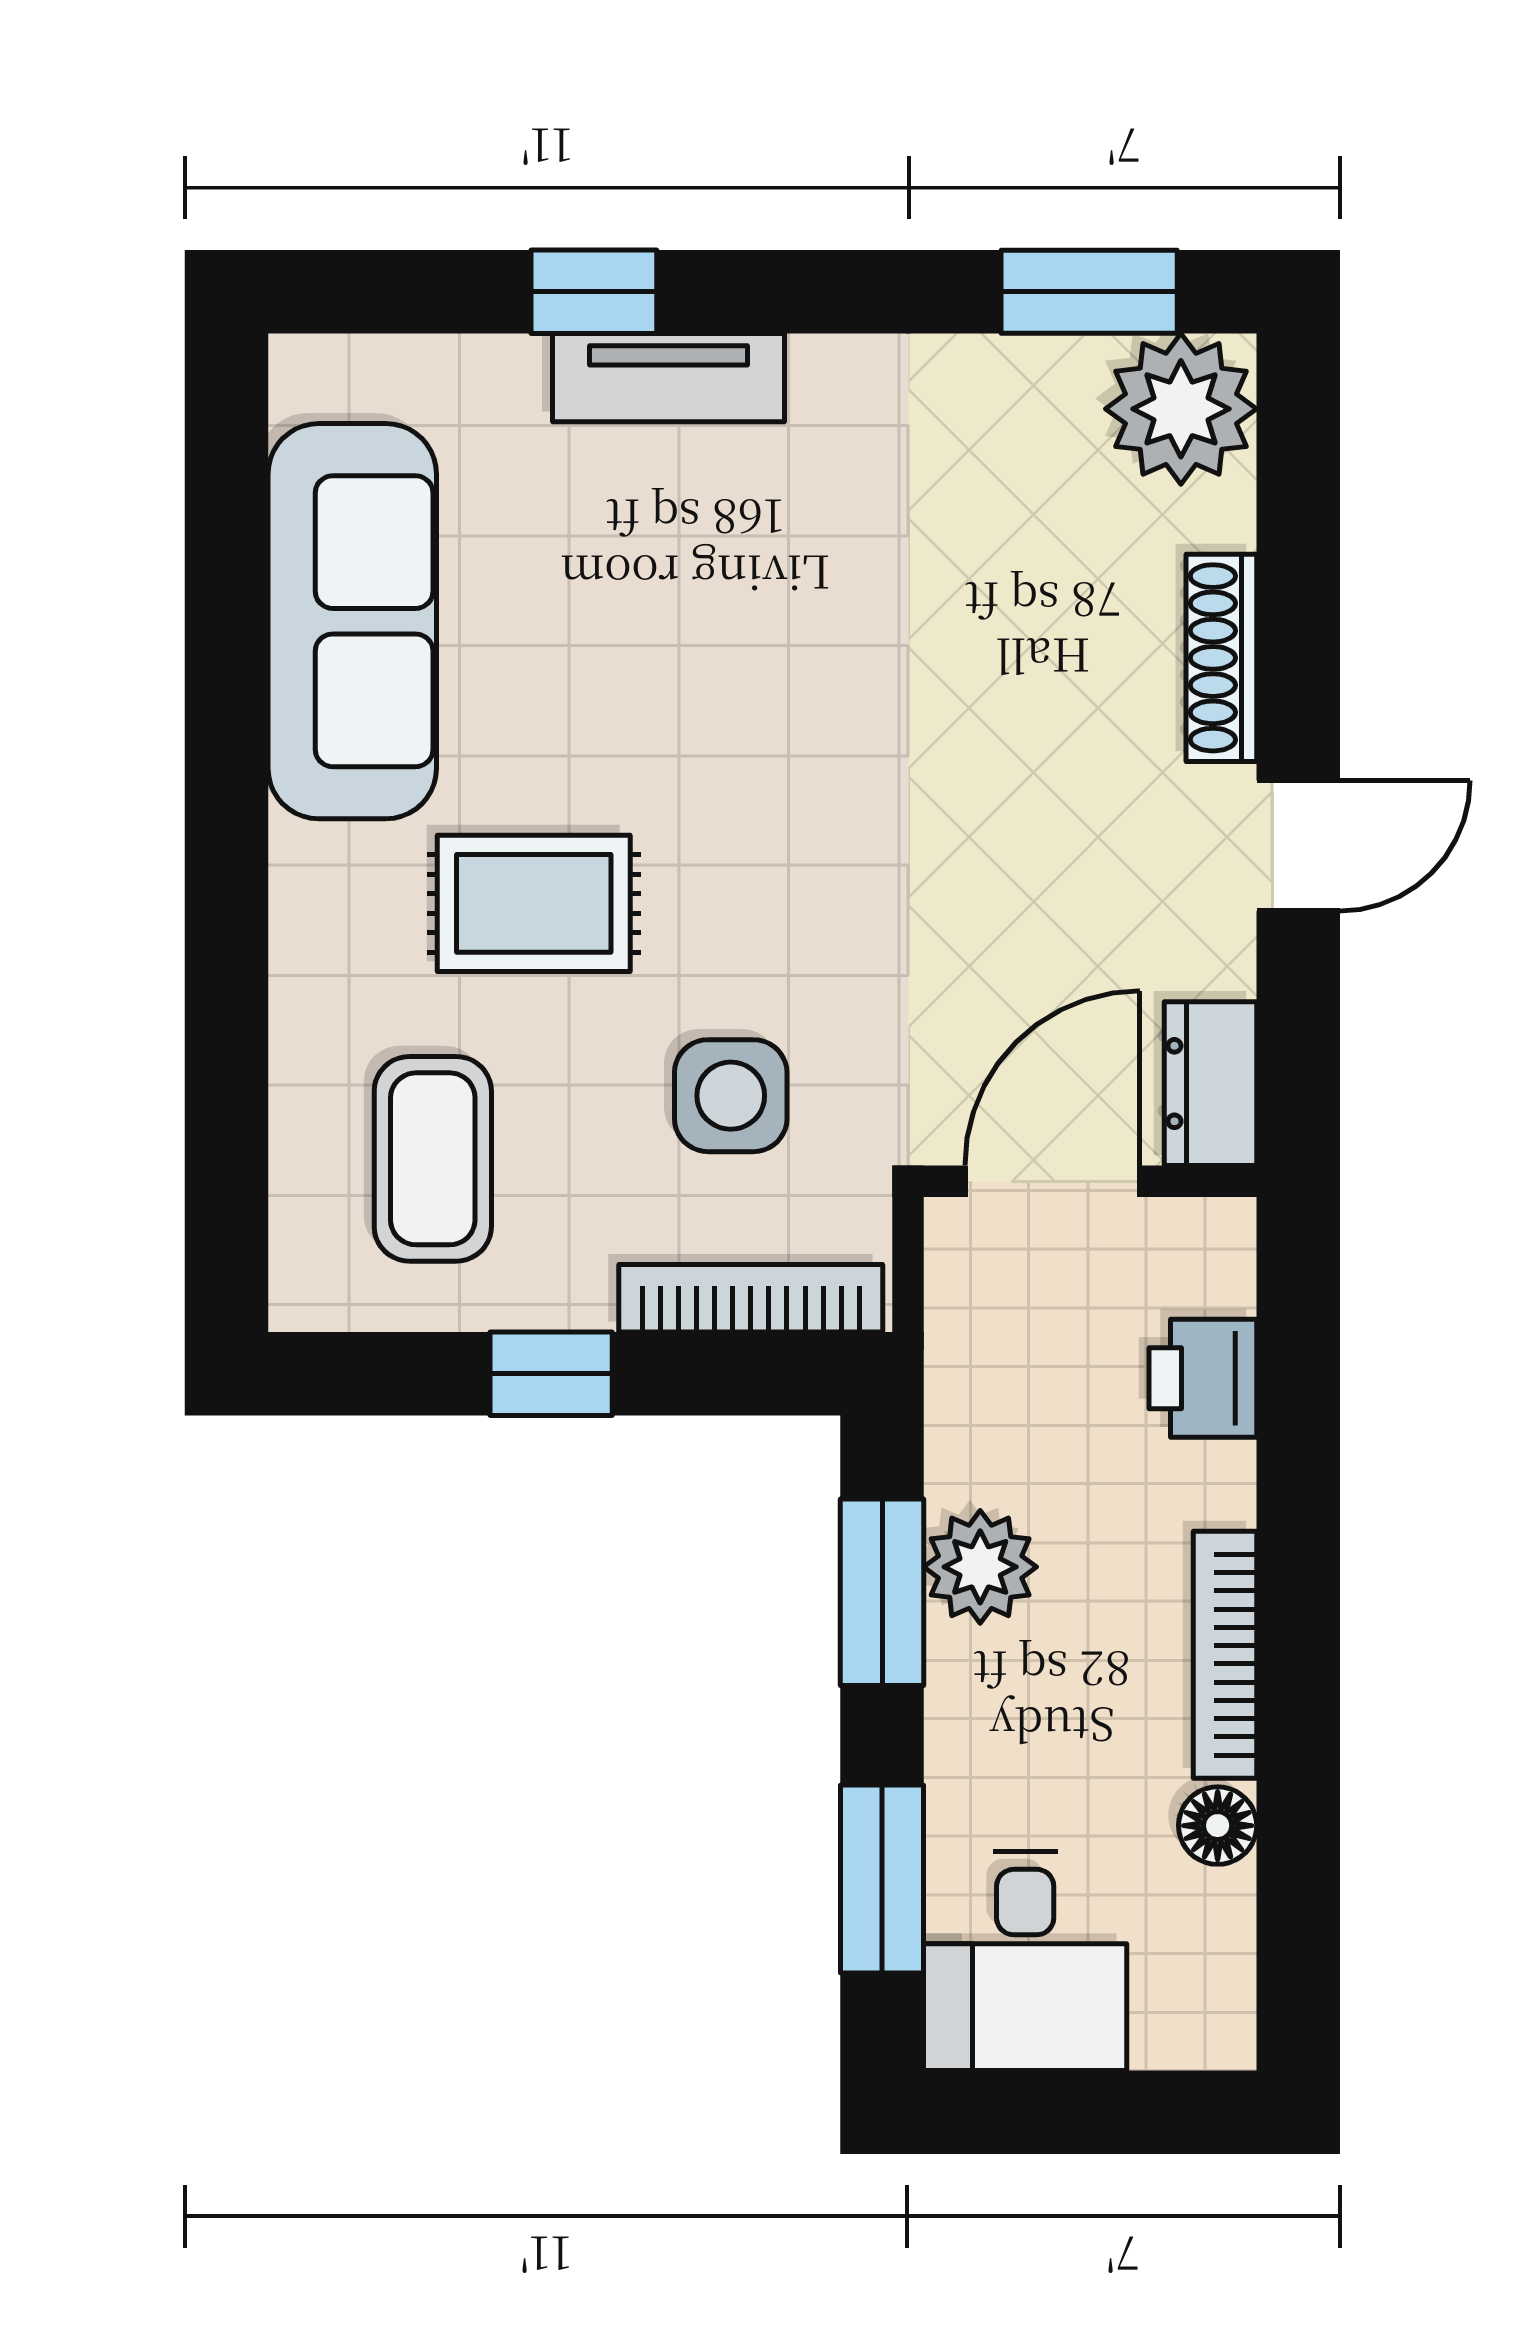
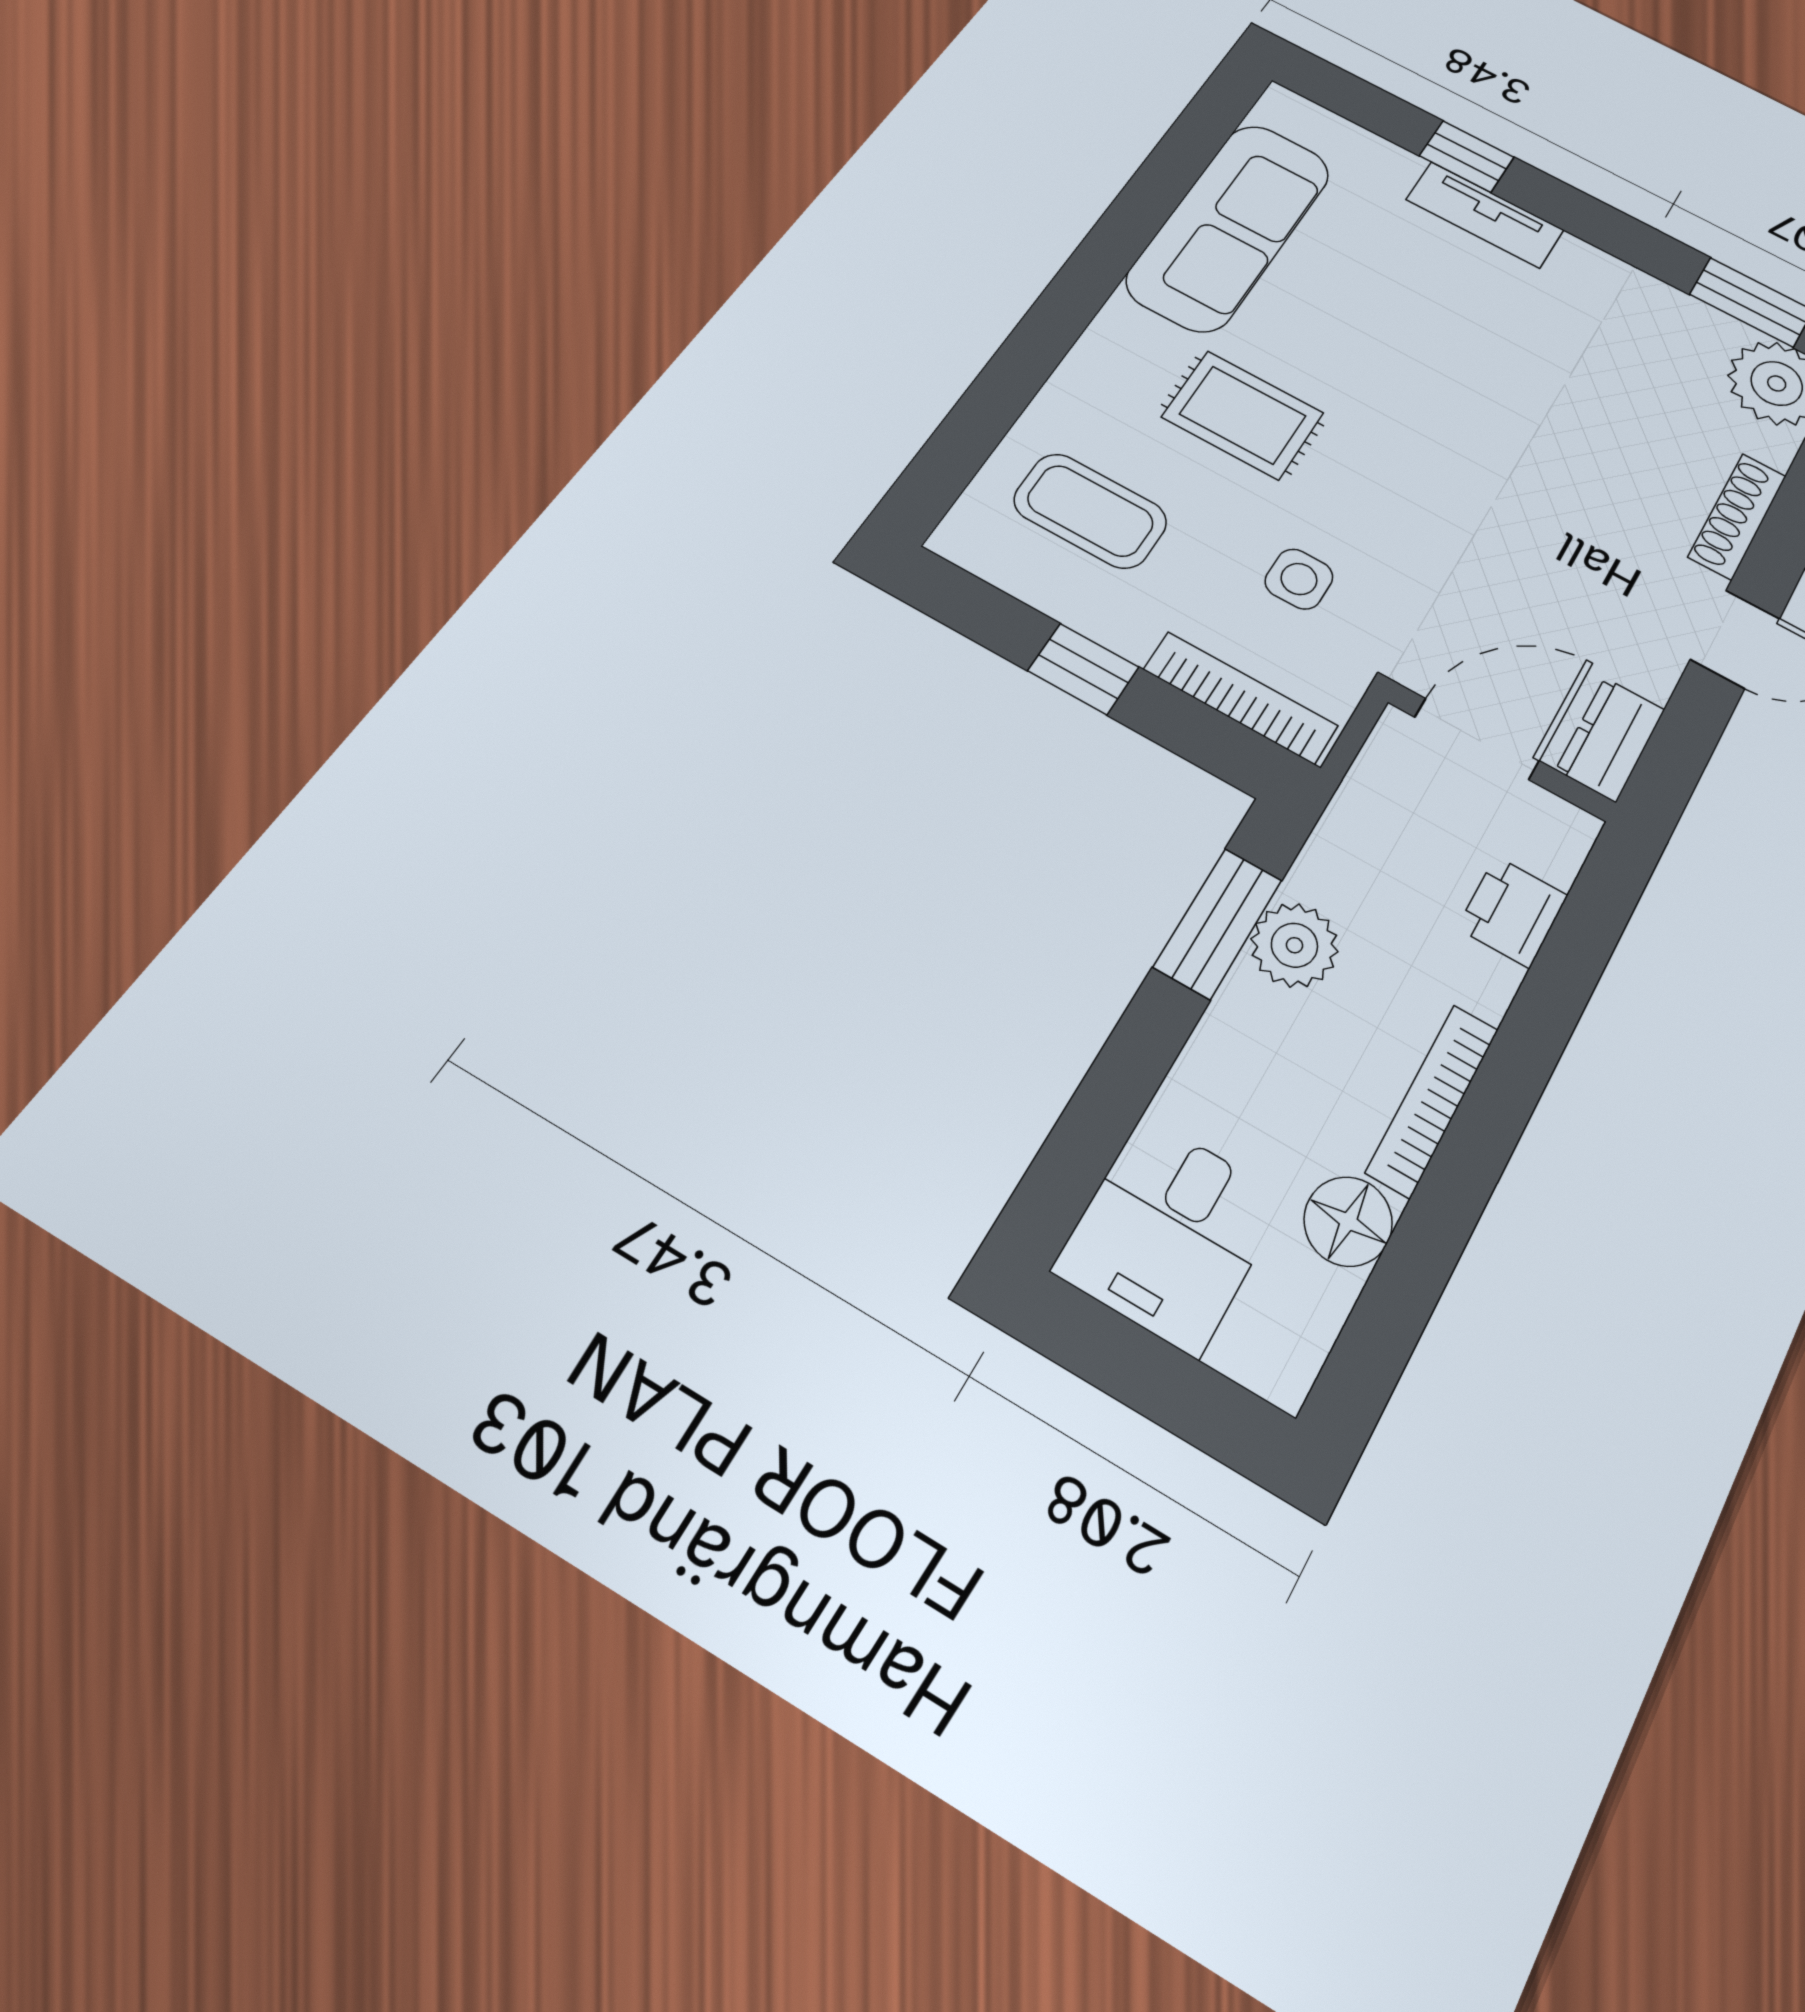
side table: (731, 1096) -> (1299, 579), width x0.73, depth x0.73
coffee table: (433, 1159) -> (1090, 511), turned 90
floor lamp: (1218, 1826) -> (1348, 1221), width x1.37, depth x1.37
window: (882, 1879) -> (1102, 1115), removed

